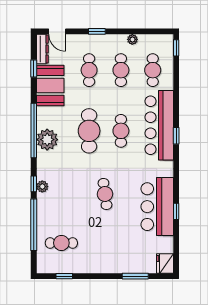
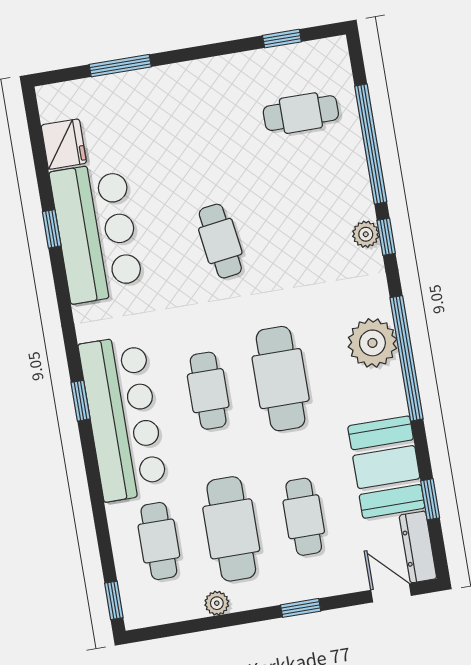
cafe table: (121, 70) -> (231, 529), width x1.37, depth x1.35
fridge: (165, 264) -> (64, 144), moved

